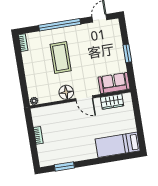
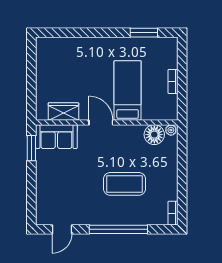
window: (127, 53) -> (31, 148), moved
coffee table: (61, 58) -> (125, 184), turned 90
floor lamp: (66, 92) -> (154, 135), moved
bed: (118, 145) -> (128, 90), moved, turned -90

